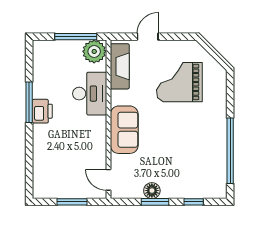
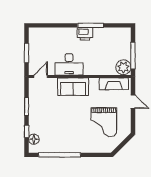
grand piano: (179, 82) -> (104, 122), turned 180
desk: (90, 94) -> (69, 64), moved
floor lamp: (152, 191) -> (34, 139), moved

